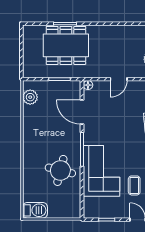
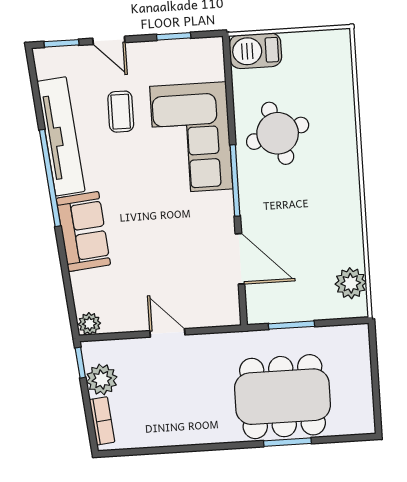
door: (119, 79) -> (167, 333), hinge flipped
floor lamp: (88, 85) -> (231, 316), removed
round table: (60, 170) -> (278, 133), turned -30
barbecue: (35, 210) -> (255, 51), moved

